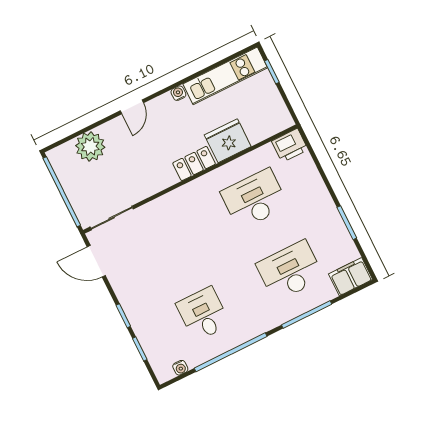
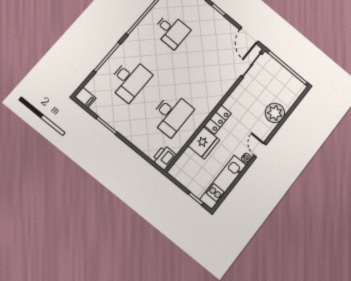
door: (132, 107) -> (260, 150), moved
plant: (90, 146) -> (275, 113), moved
door: (96, 261) -> (249, 35), swing flipped
filing cabinet: (351, 277) -> (85, 97), width x0.50

